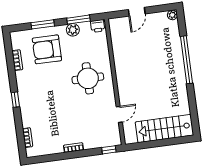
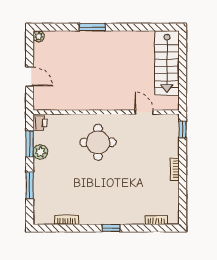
armchair: (47, 49) -> (59, 184), removed
window: (186, 60) -> (92, 27), width x0.47

